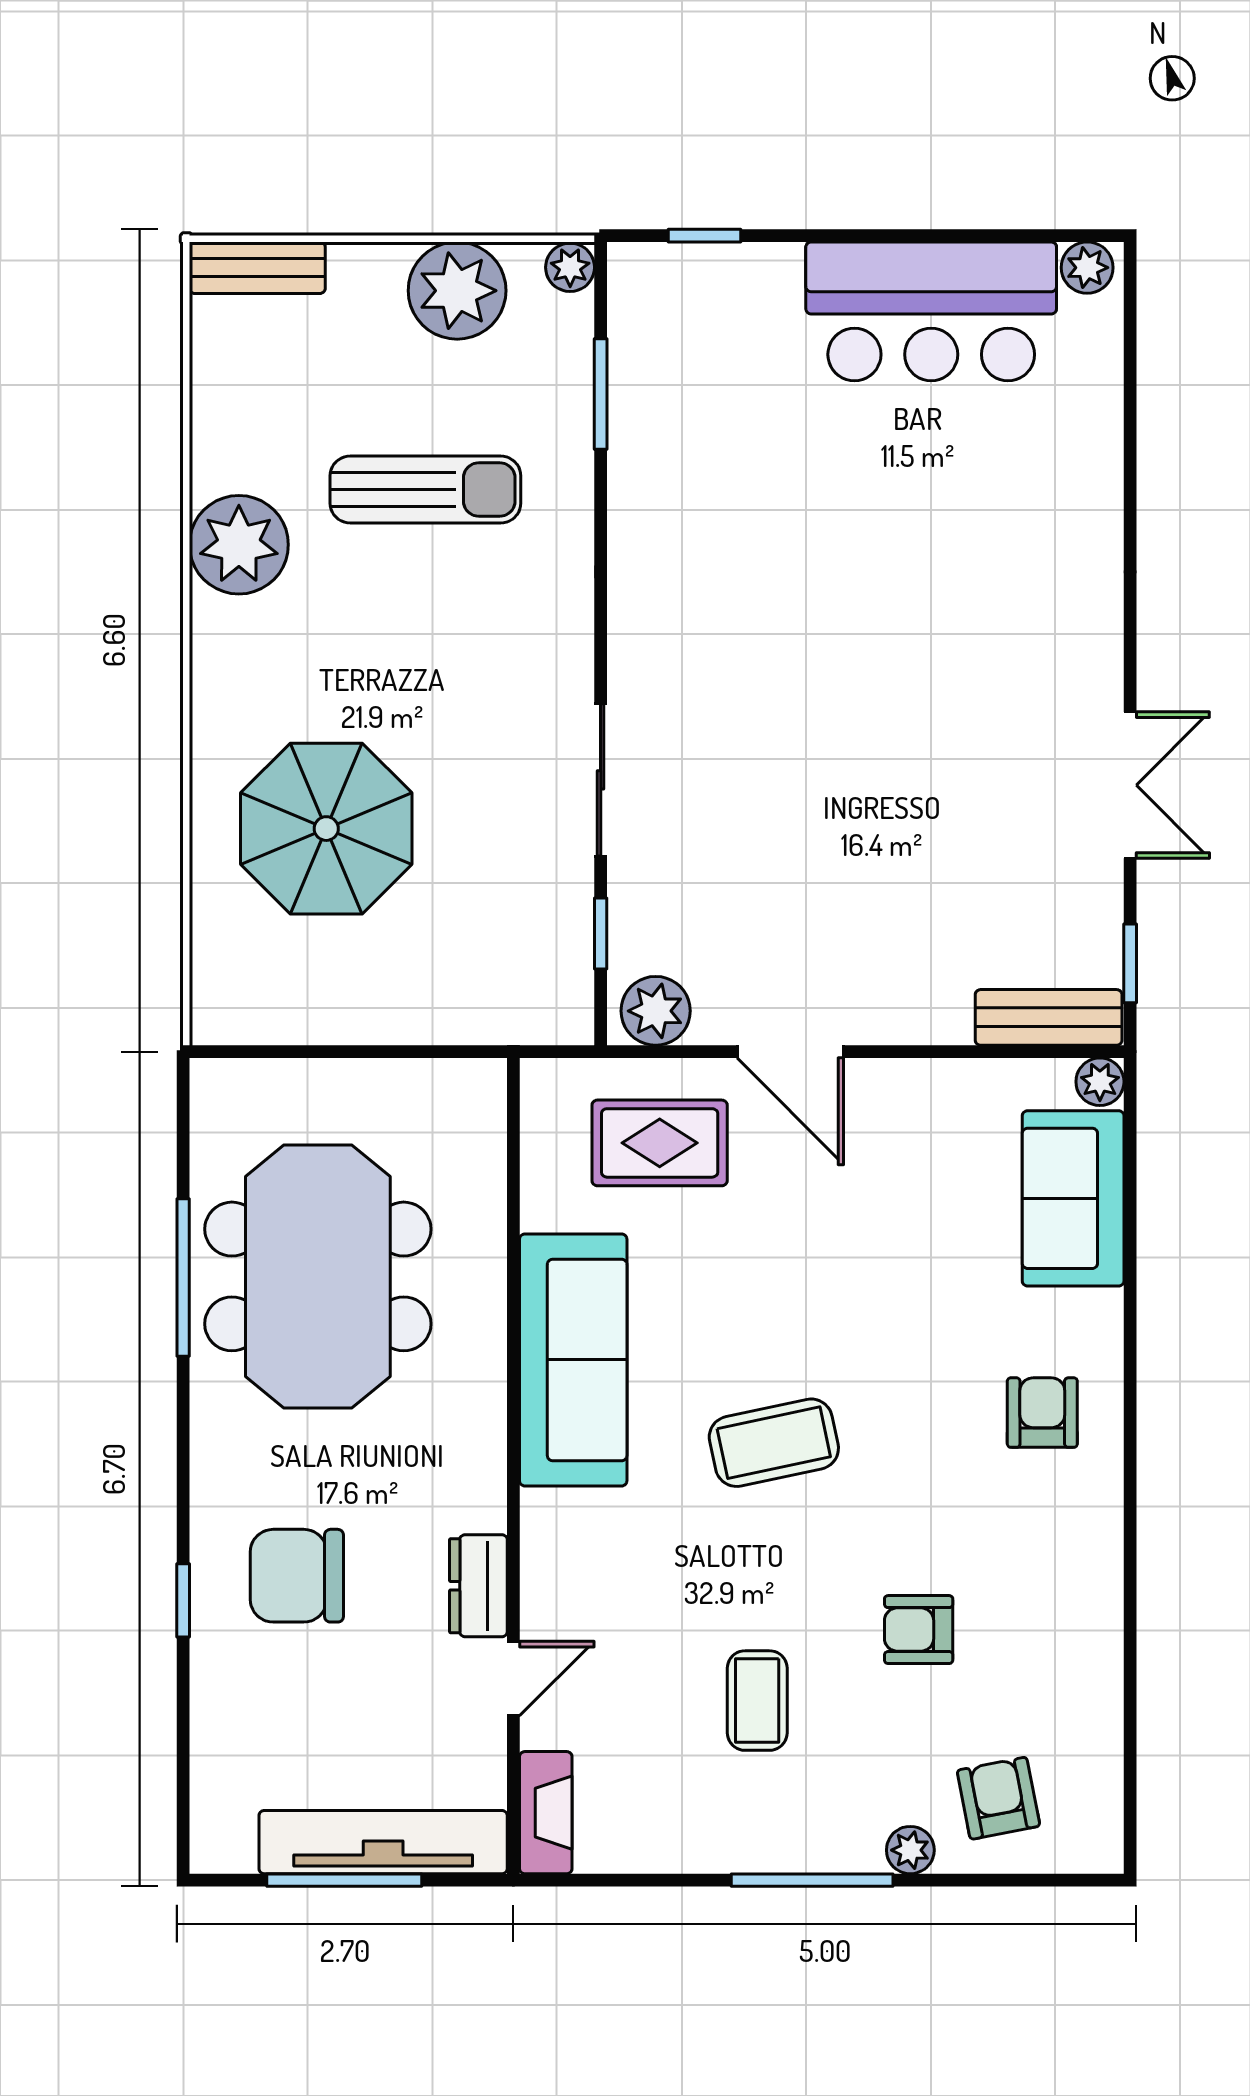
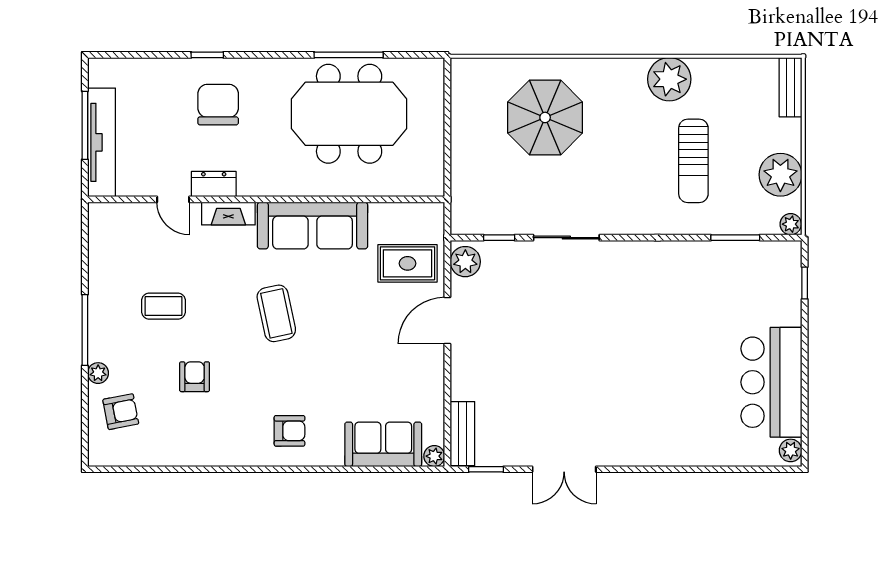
rug: (660, 1143) -> (408, 263), turned 90
fireplace: (546, 1813) -> (228, 214), moved

